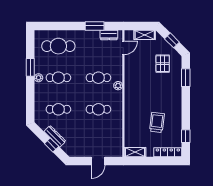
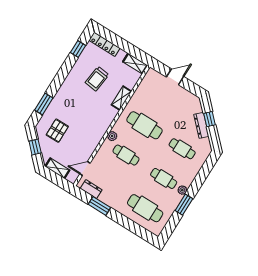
cafe table: (98, 109) -> (145, 125), width x1.37, depth x1.35
shelving: (129, 119) -> (121, 98), added

